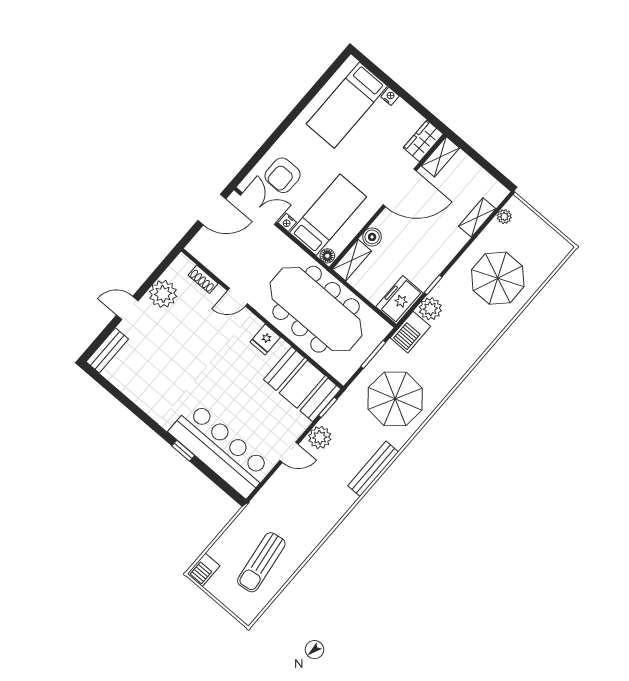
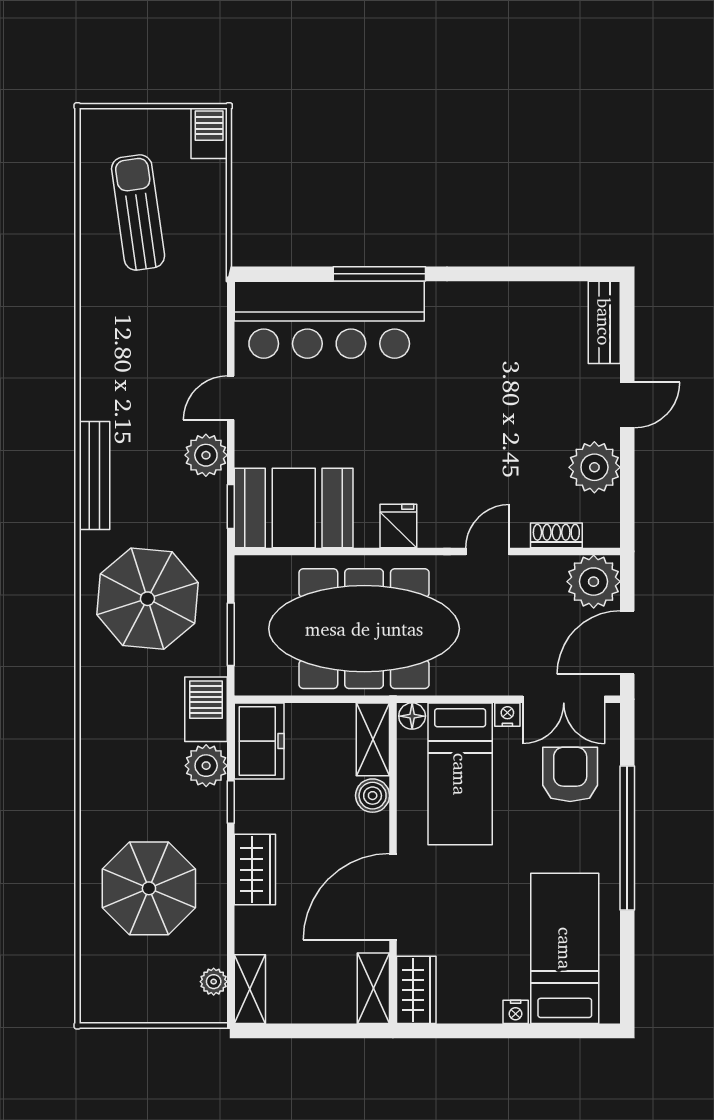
window: (282, 129) -> (627, 838), added
shelving: (477, 218) -> (250, 989), moved
plant: (204, 247) -> (594, 582), added
wardrobe: (447, 248) -> (255, 870), added
window: (183, 451) -> (379, 274), width x2.17

